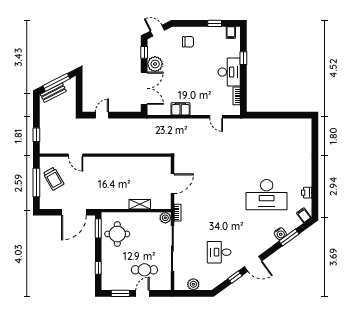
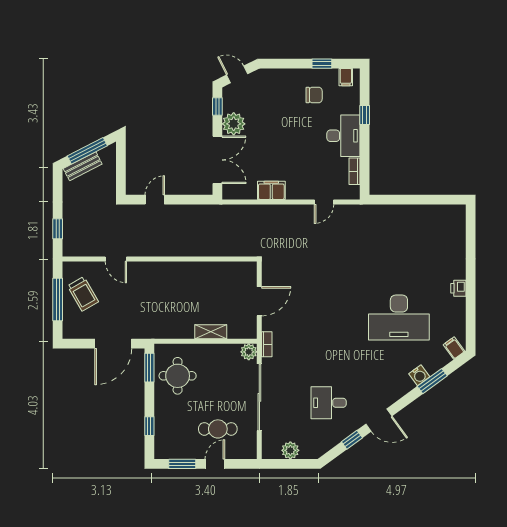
chair: (188, 42) -> (314, 95), moved
door: (216, 117) -> (324, 202), hinge flipped
printer: (307, 193) -> (458, 288), moved

